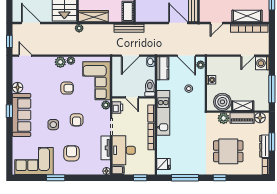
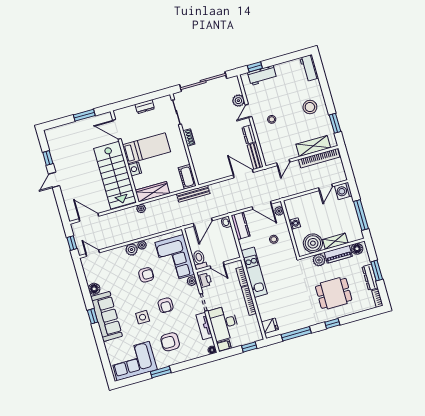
toilet: (150, 88) -> (200, 260), moved
armchair: (71, 153) -> (170, 342), turned -90

